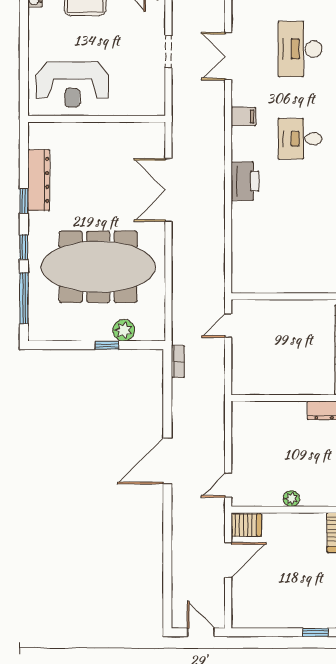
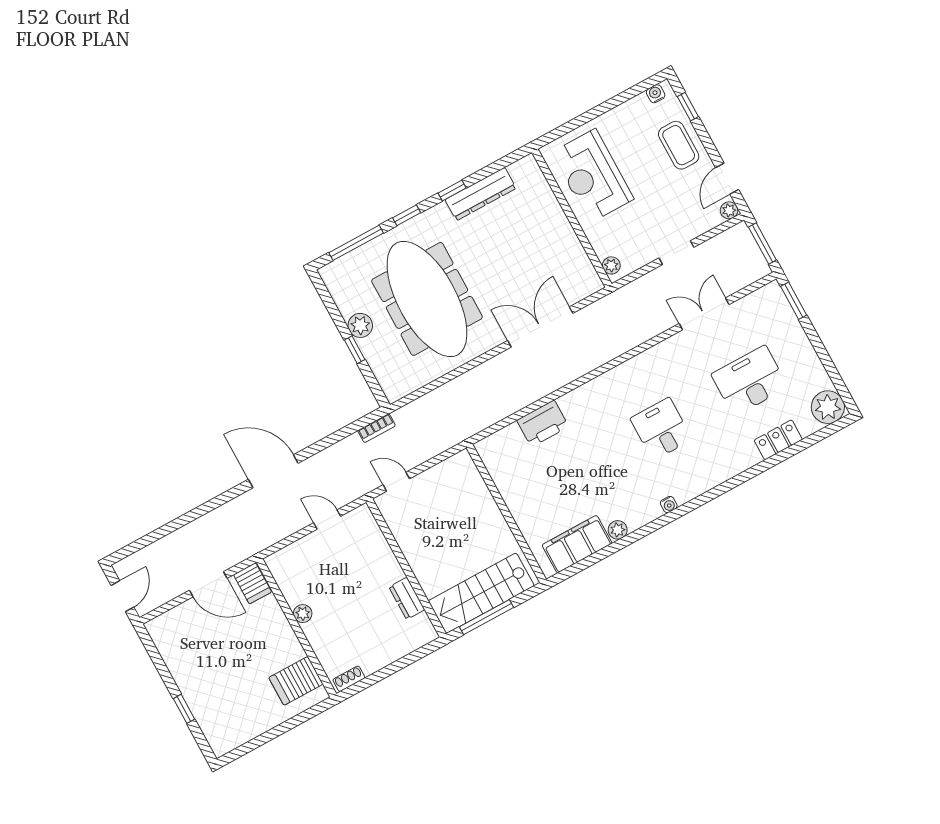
plant: (151, 108) -> (611, 265), added
filing cabinet: (244, 116) -> (653, 361), removed
printer: (245, 181) -> (543, 423), moved
door: (228, 326) -> (396, 482), moved
plant: (124, 330) -> (360, 325), moved
door: (228, 485) -> (327, 519), moved

